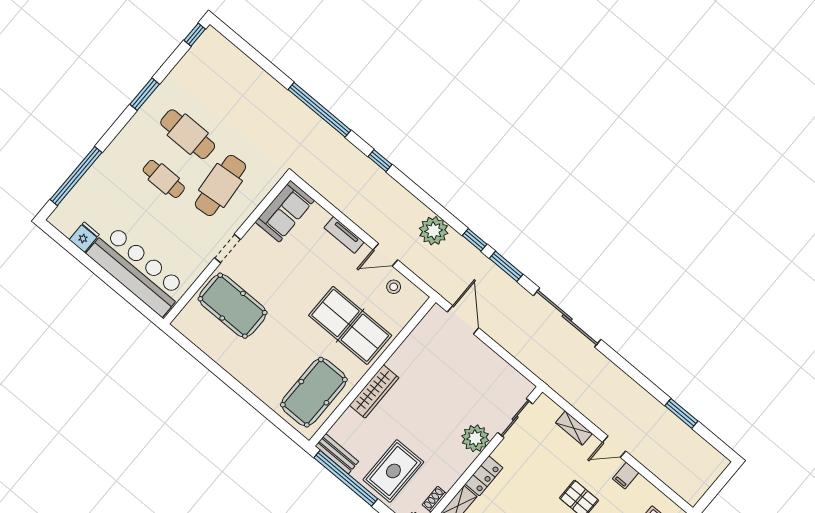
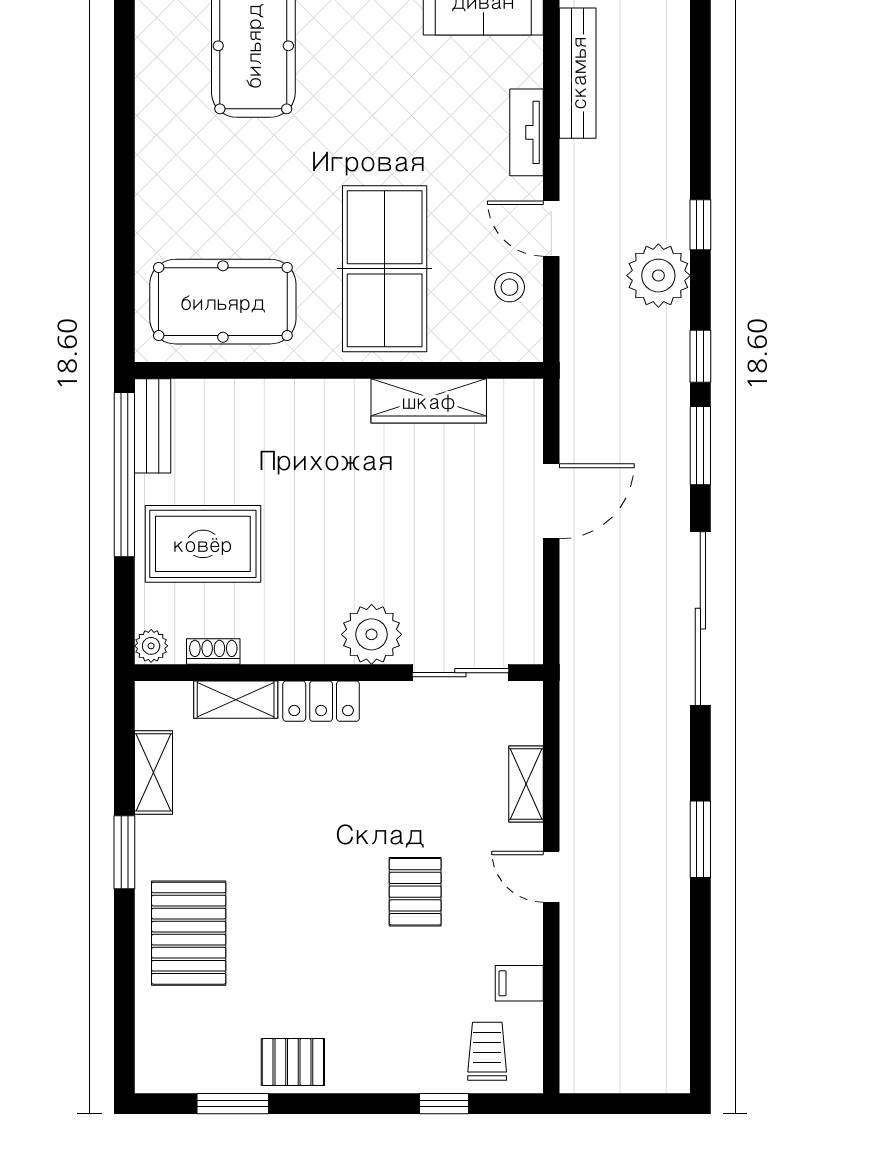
window: (380, 161) -> (700, 225), moved
bench: (338, 199) -> (578, 73), added
door: (463, 320) -> (551, 501), moved
wardrobe: (374, 391) -> (429, 401), moved
window: (681, 413) -> (700, 839), moved
filing cabinet: (626, 476) -> (519, 983), moved

